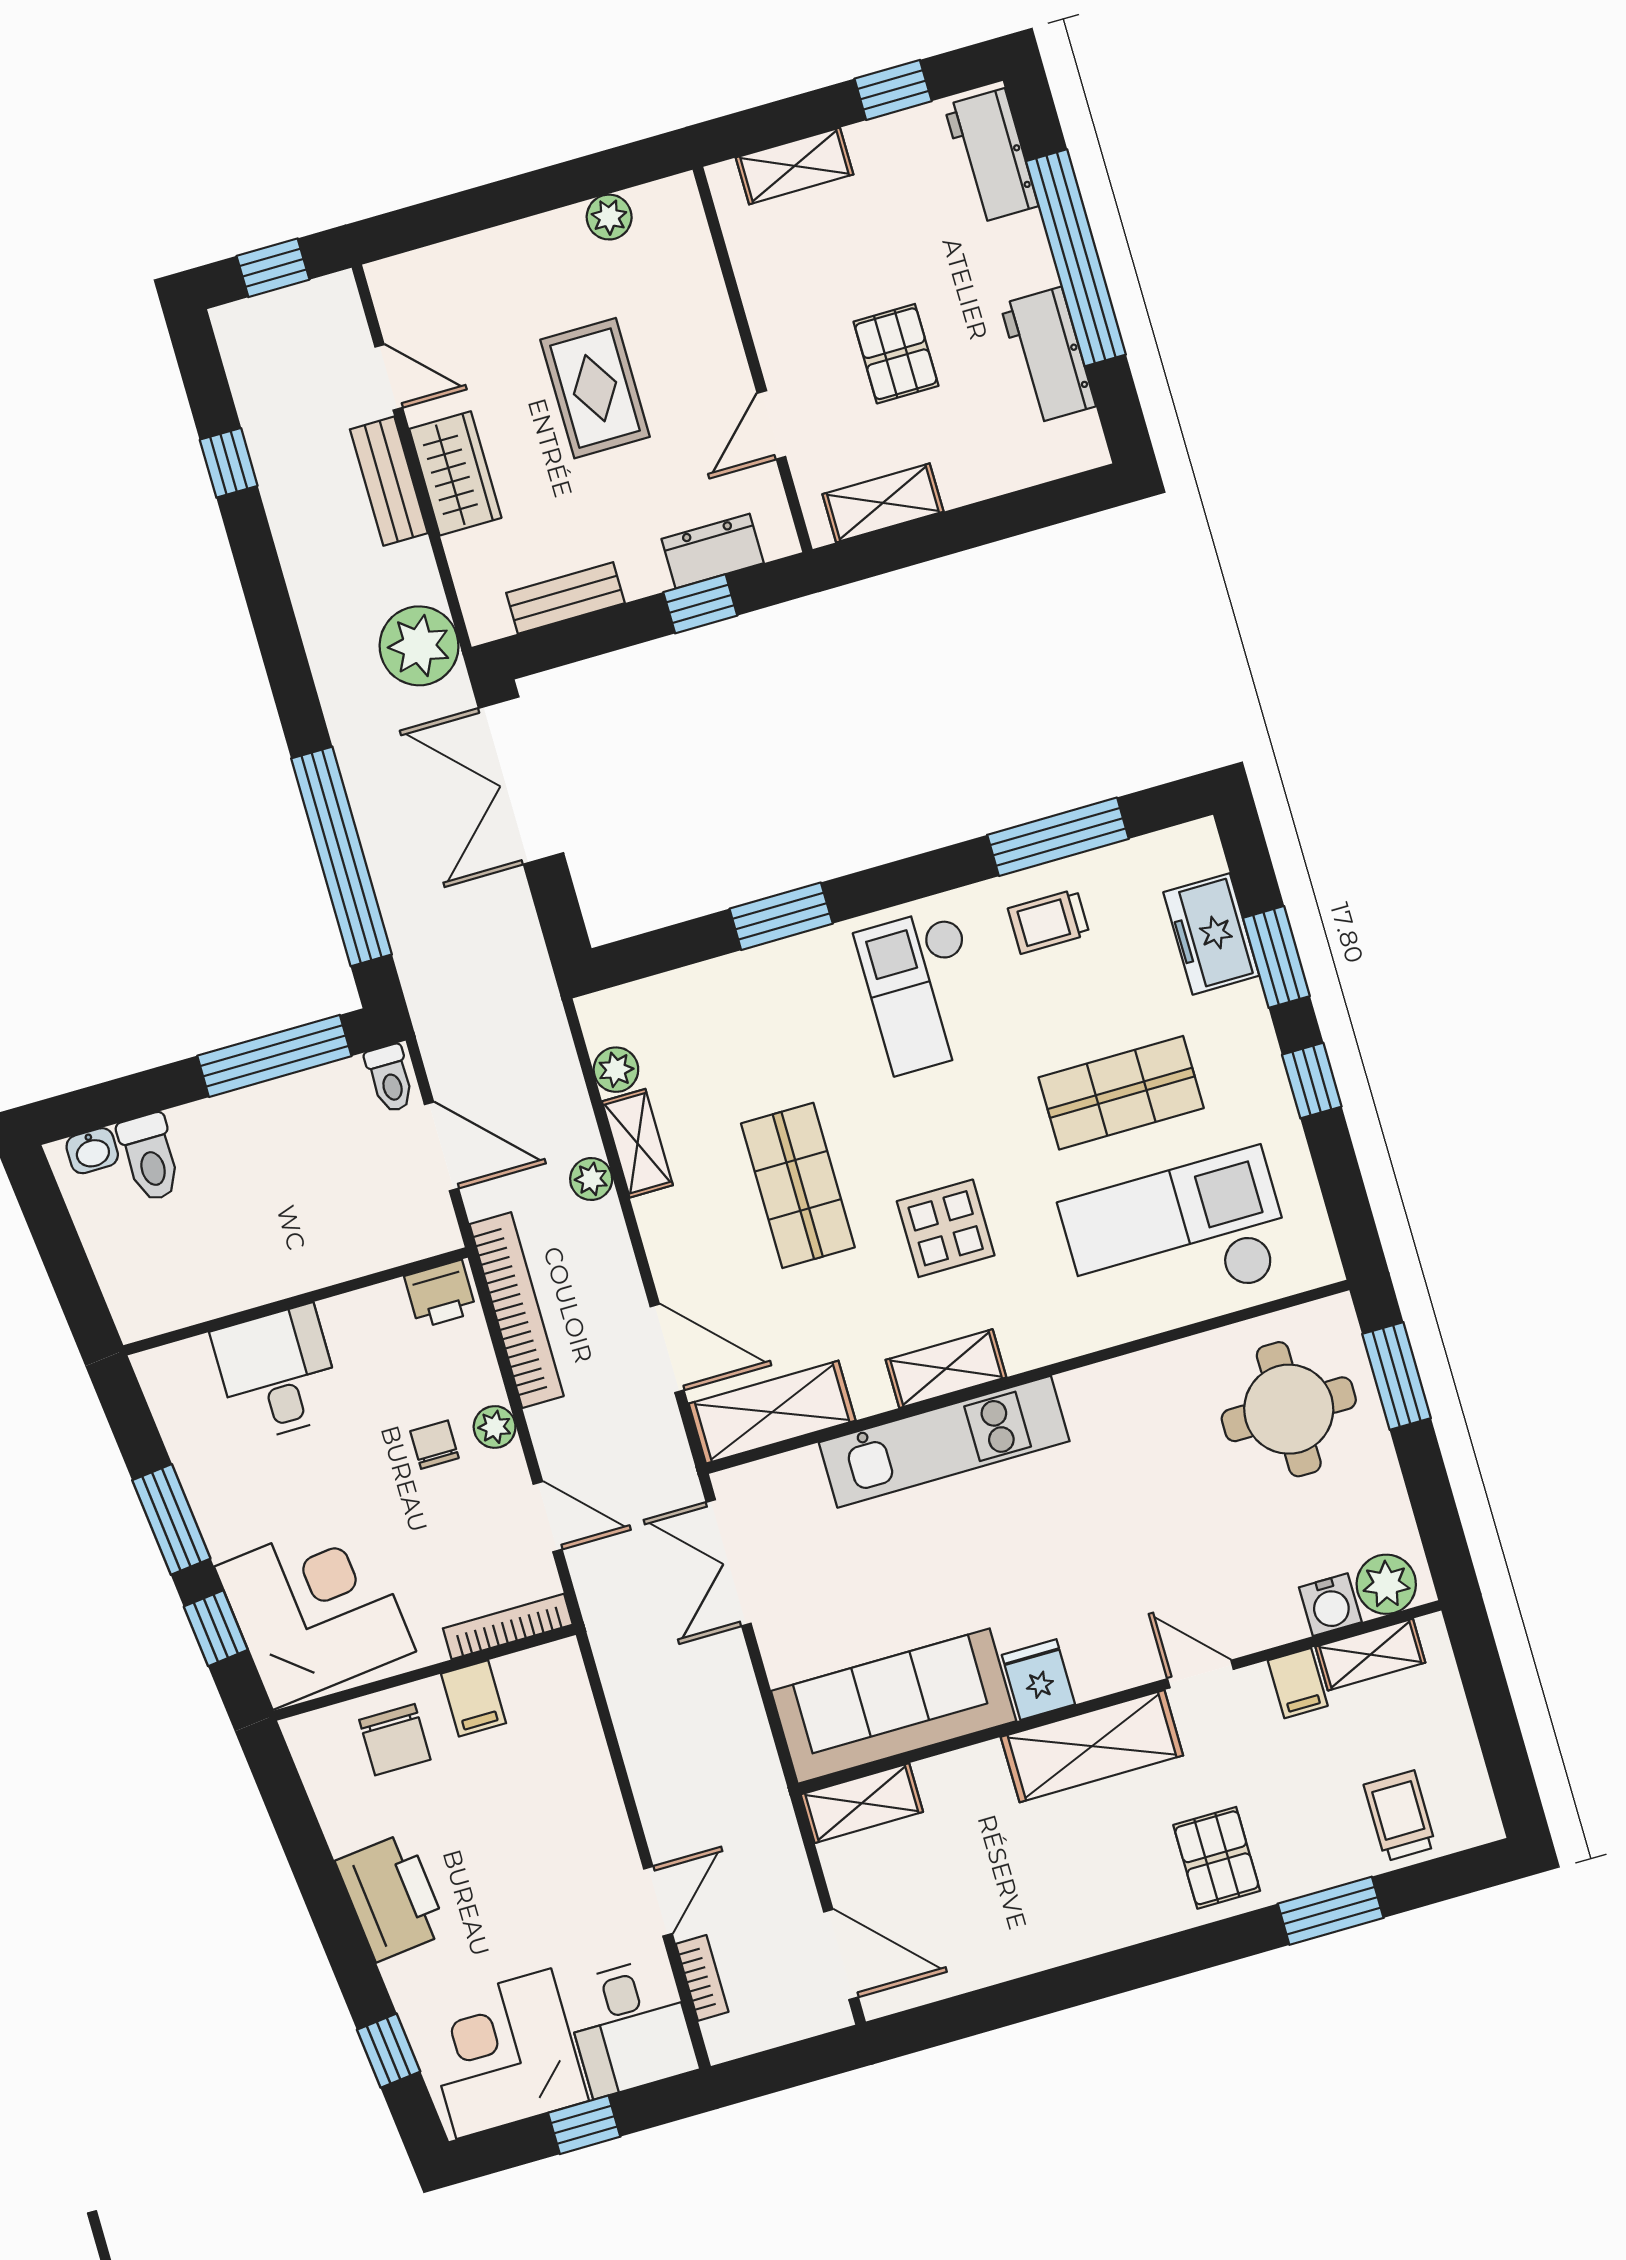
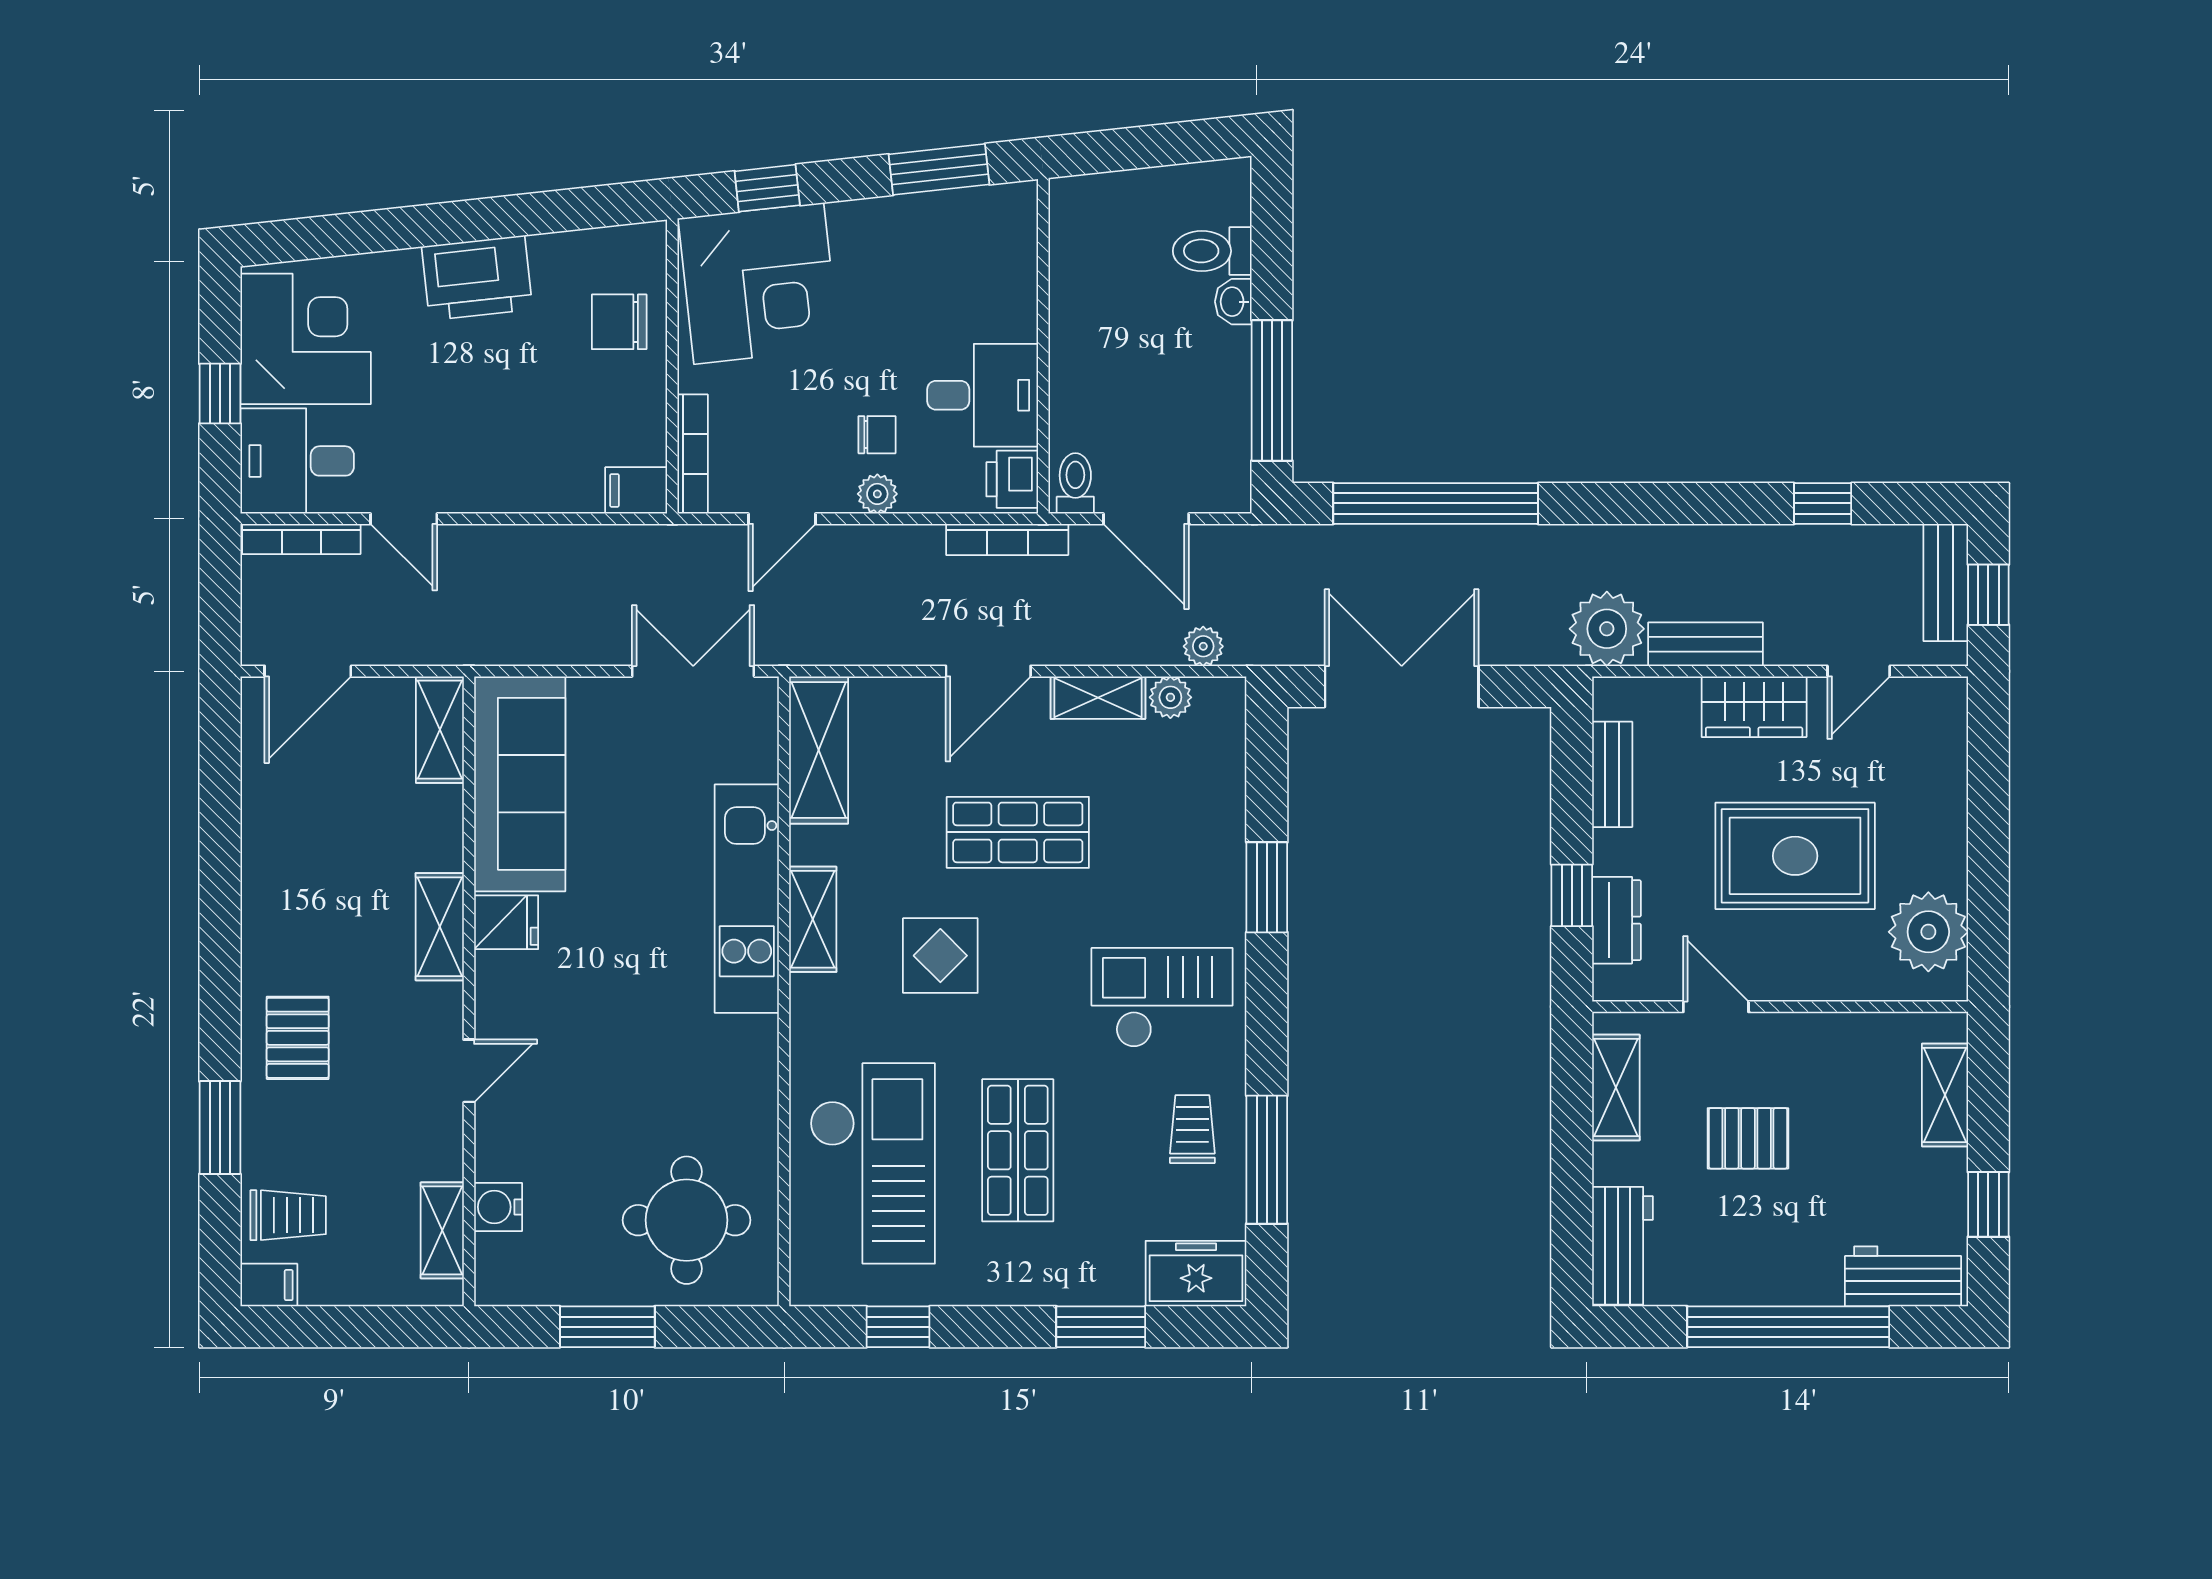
plant: (609, 217) -> (1928, 932), width x1.88, depth x1.88
bench: (273, 315) -> (1946, 582), added
workbench: (1048, 355) -> (1622, 1246), moved, turned 90
rug: (595, 388) -> (1795, 856), width x1.36, depth x1.43
bench: (389, 481) -> (1705, 644), moved
double door: (521, 781) -> (1402, 686), moved
freezer: (1211, 934) -> (1196, 1274), moved
toilet: (390, 1078) -> (1075, 483), moved, turned 90
window: (1312, 1081) -> (898, 1327), moved
door: (441, 1146) -> (1146, 519), hinge flipped
washbasin: (92, 1151) -> (1233, 302), moved
plant: (591, 1179) -> (1203, 646), moved
bookcase: (517, 1310) -> (1007, 539), width x0.68, depth x0.76
door: (667, 1348) -> (988, 671), moved
desk: (277, 1373) -> (983, 395), moved
window: (1397, 1376) -> (607, 1327), moved
window: (171, 1519) -> (939, 169), moved
plant: (1386, 1584) -> (502, 1263), removed
filing cabinet: (1298, 1683) -> (269, 1285), moved, turned 180
filing cabinet: (474, 1698) -> (636, 490), moved
shelving: (1092, 1746) -> (440, 927), width x0.67, depth x0.75
pallet: (1217, 1858) -> (298, 1038), turned 90
bookcase: (702, 1978) -> (301, 539), width x1.56
window: (389, 2051) -> (338, 235), removed

